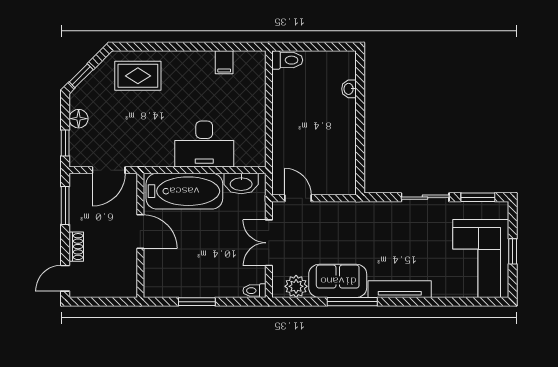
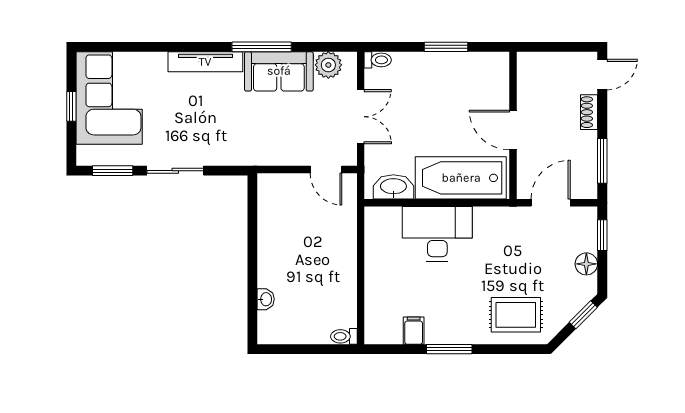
window: (194, 47) -> (449, 349), added
toilet: (287, 60) -> (344, 336), width x0.73, depth x0.72

